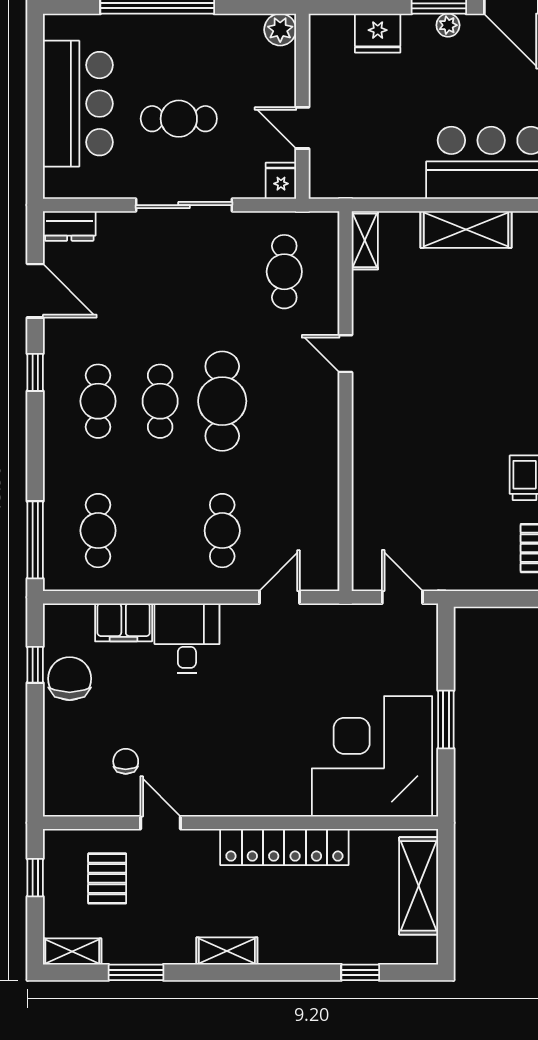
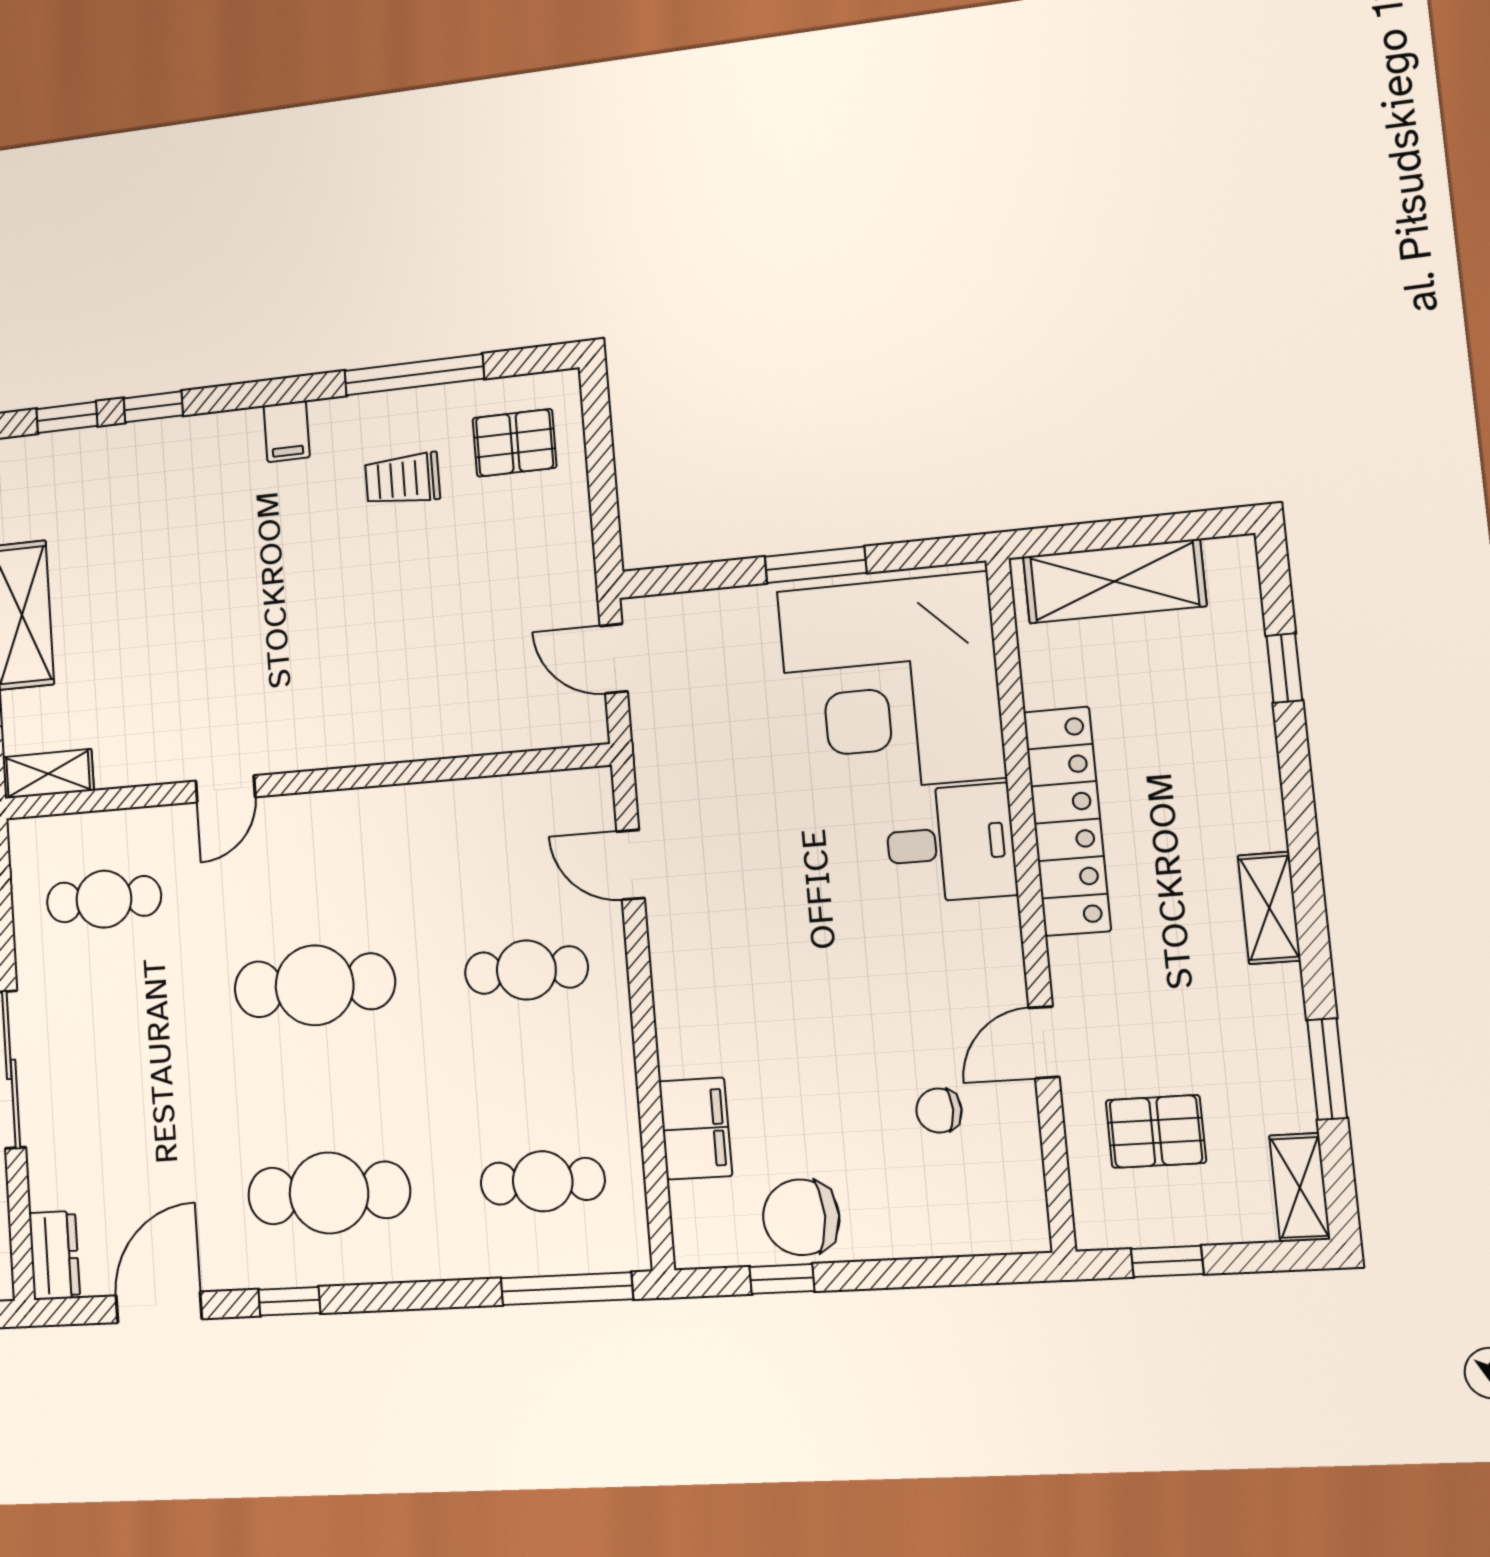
cafe table: (98, 401) -> (329, 1193), width x1.37, depth x1.35
cafe table: (160, 401) -> (322, 1089), removed
door: (402, 597) -> (614, 659), hinge flipped
desk: (187, 638) -> (950, 844), moved, turned 180

